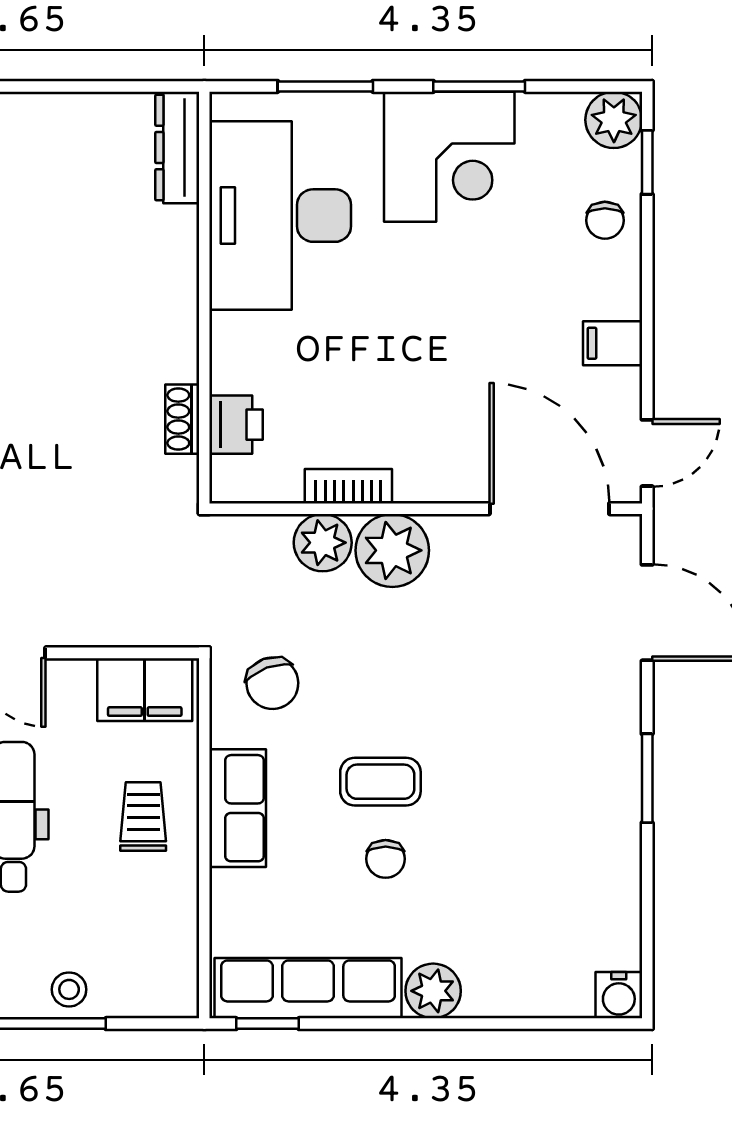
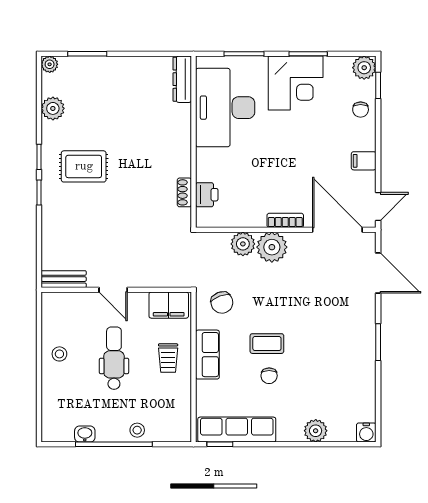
bookcase: (348, 486) -> (285, 220), moved
trolley: (143, 817) -> (168, 358), turned 180
plant: (433, 991) -> (316, 431), moved

